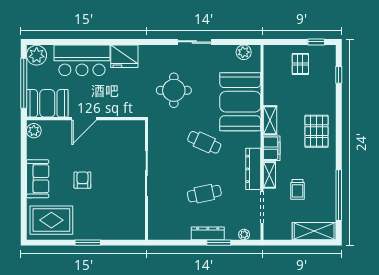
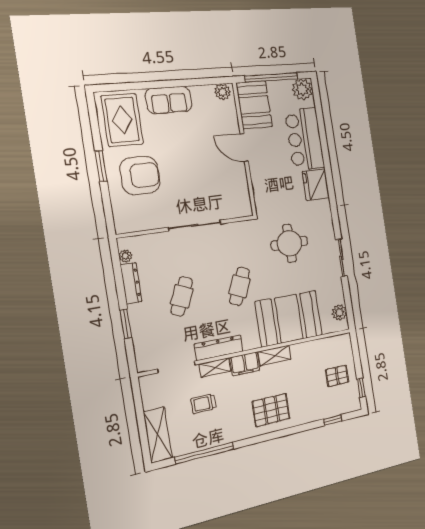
armchair: (82, 180) -> (140, 175), moved, width x1.88, depth x1.88
cafe table: (204, 194) -> (182, 296), turned 36
dresser: (208, 233) -> (131, 283), moved
plant: (244, 235) -> (125, 256), moved

